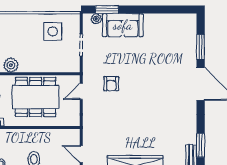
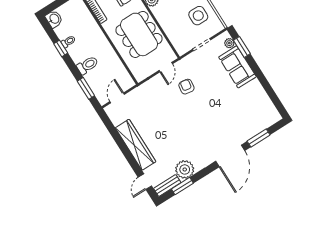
armchair: (111, 84) -> (186, 87), turned 99
door: (81, 91) -> (166, 67), swing flipped
plant: (187, 134) -> (185, 169), added

